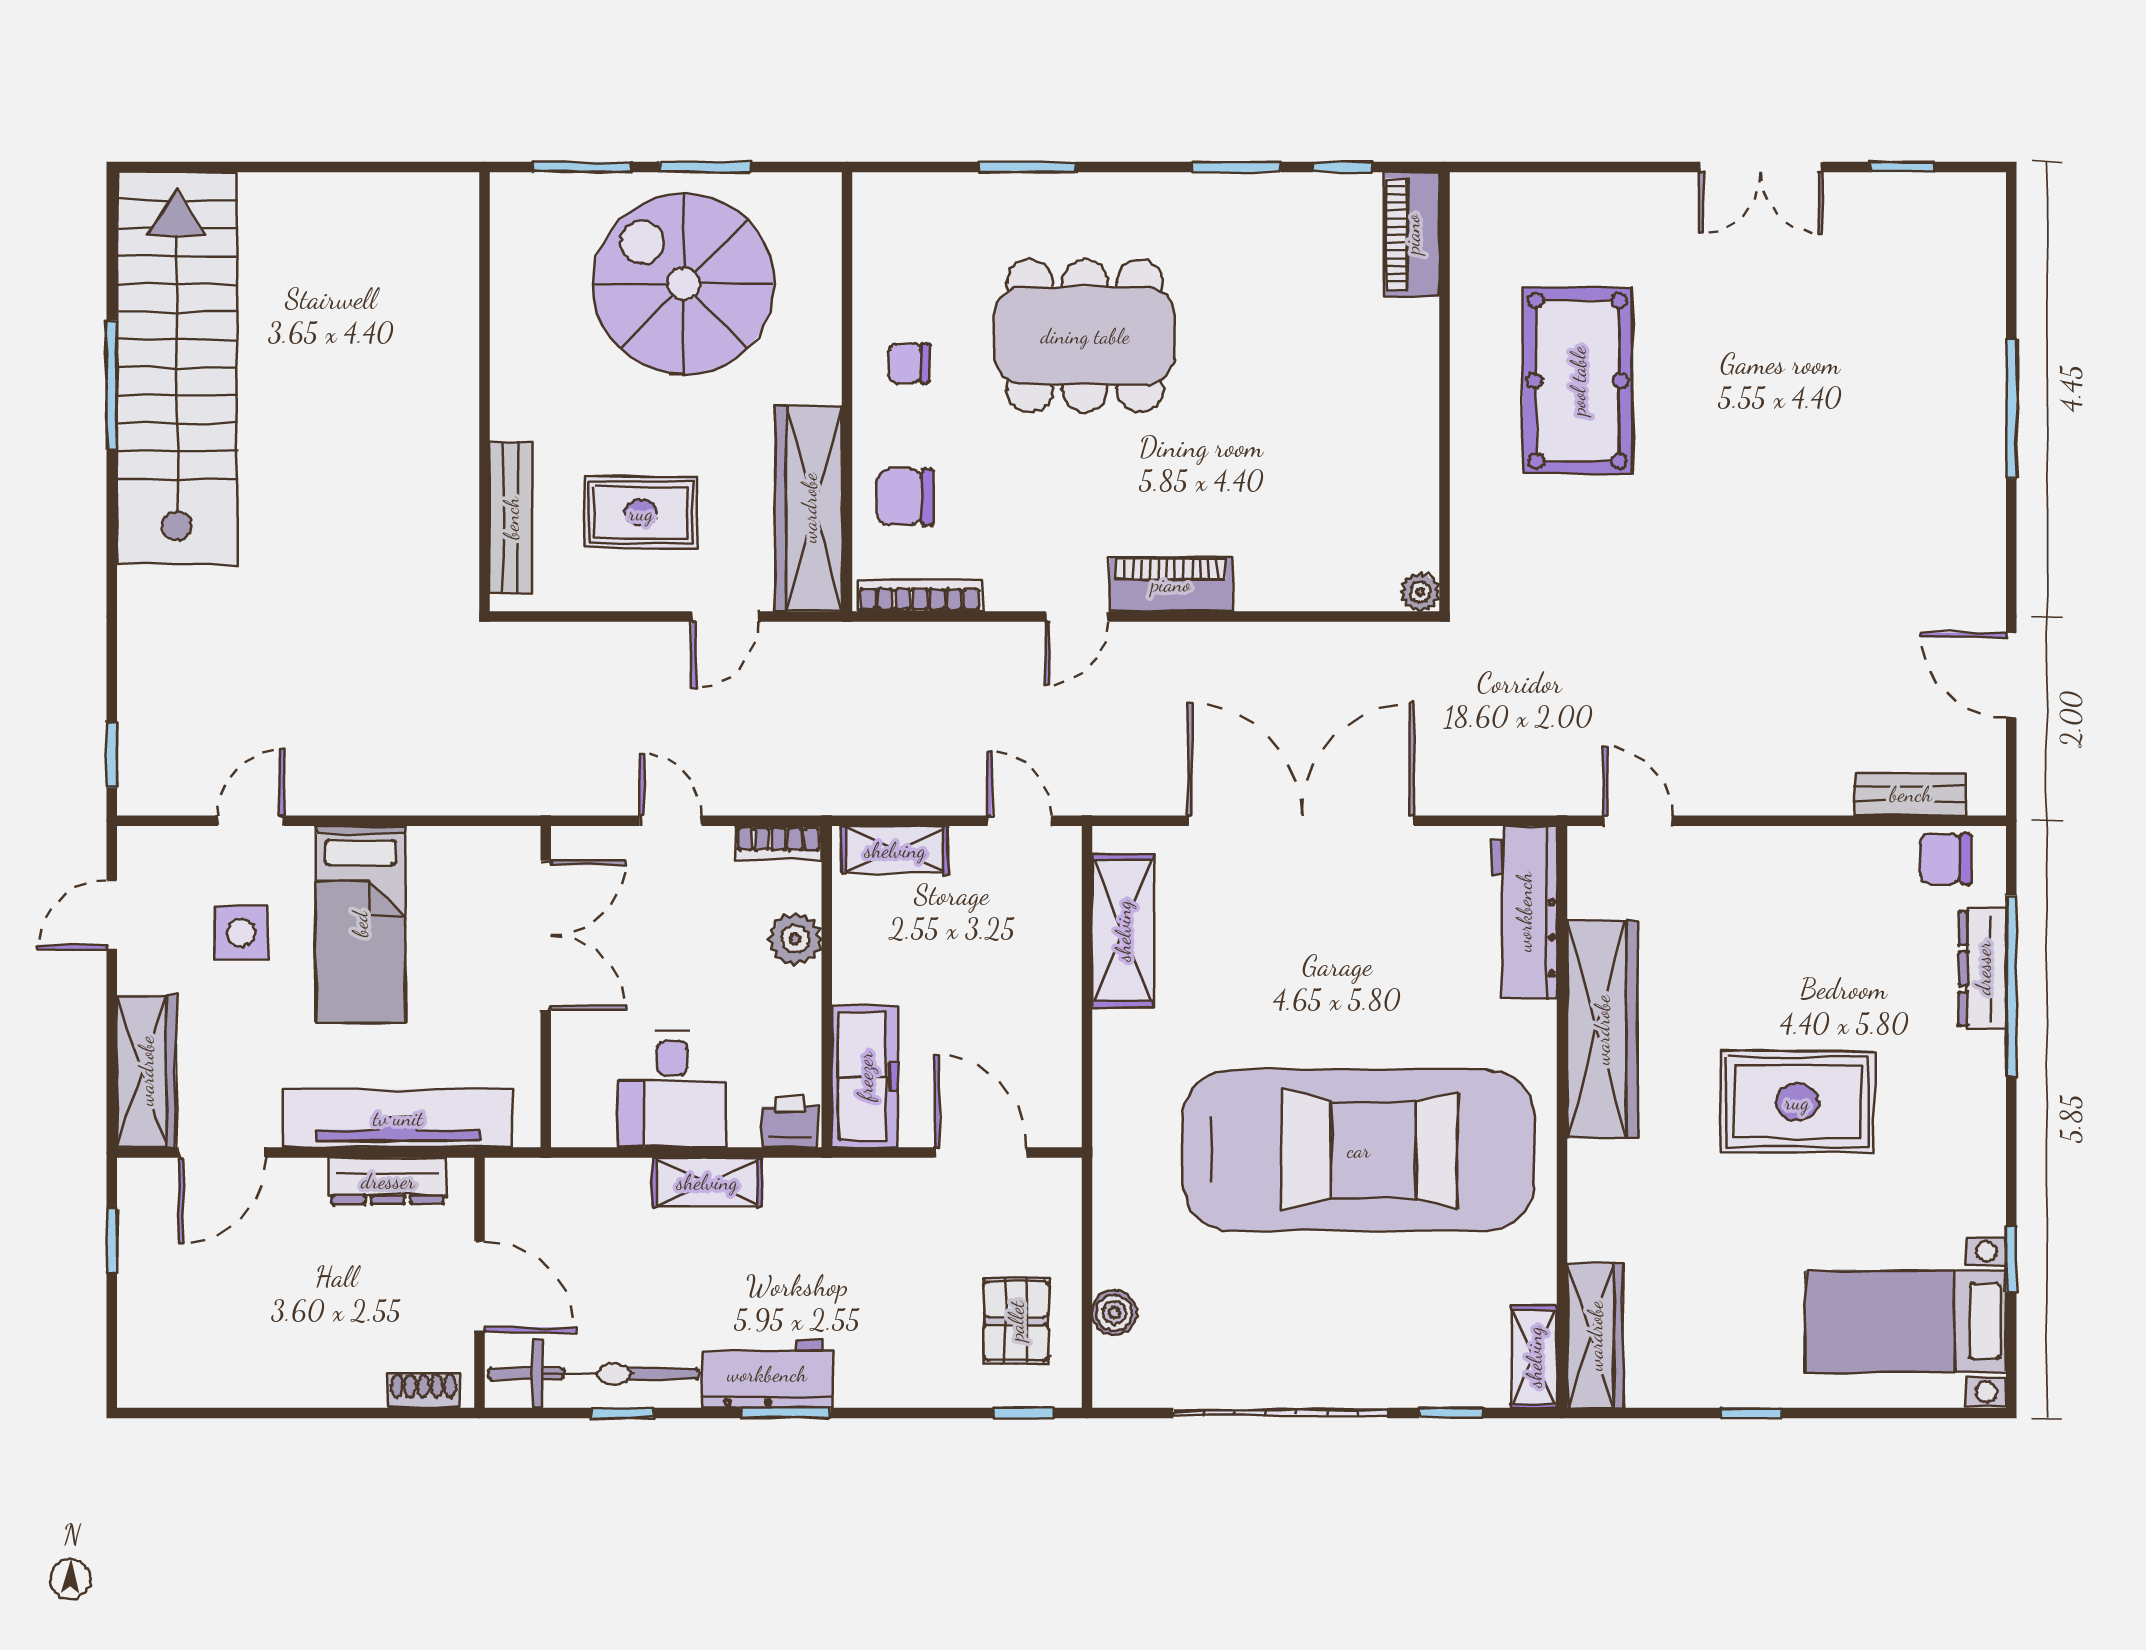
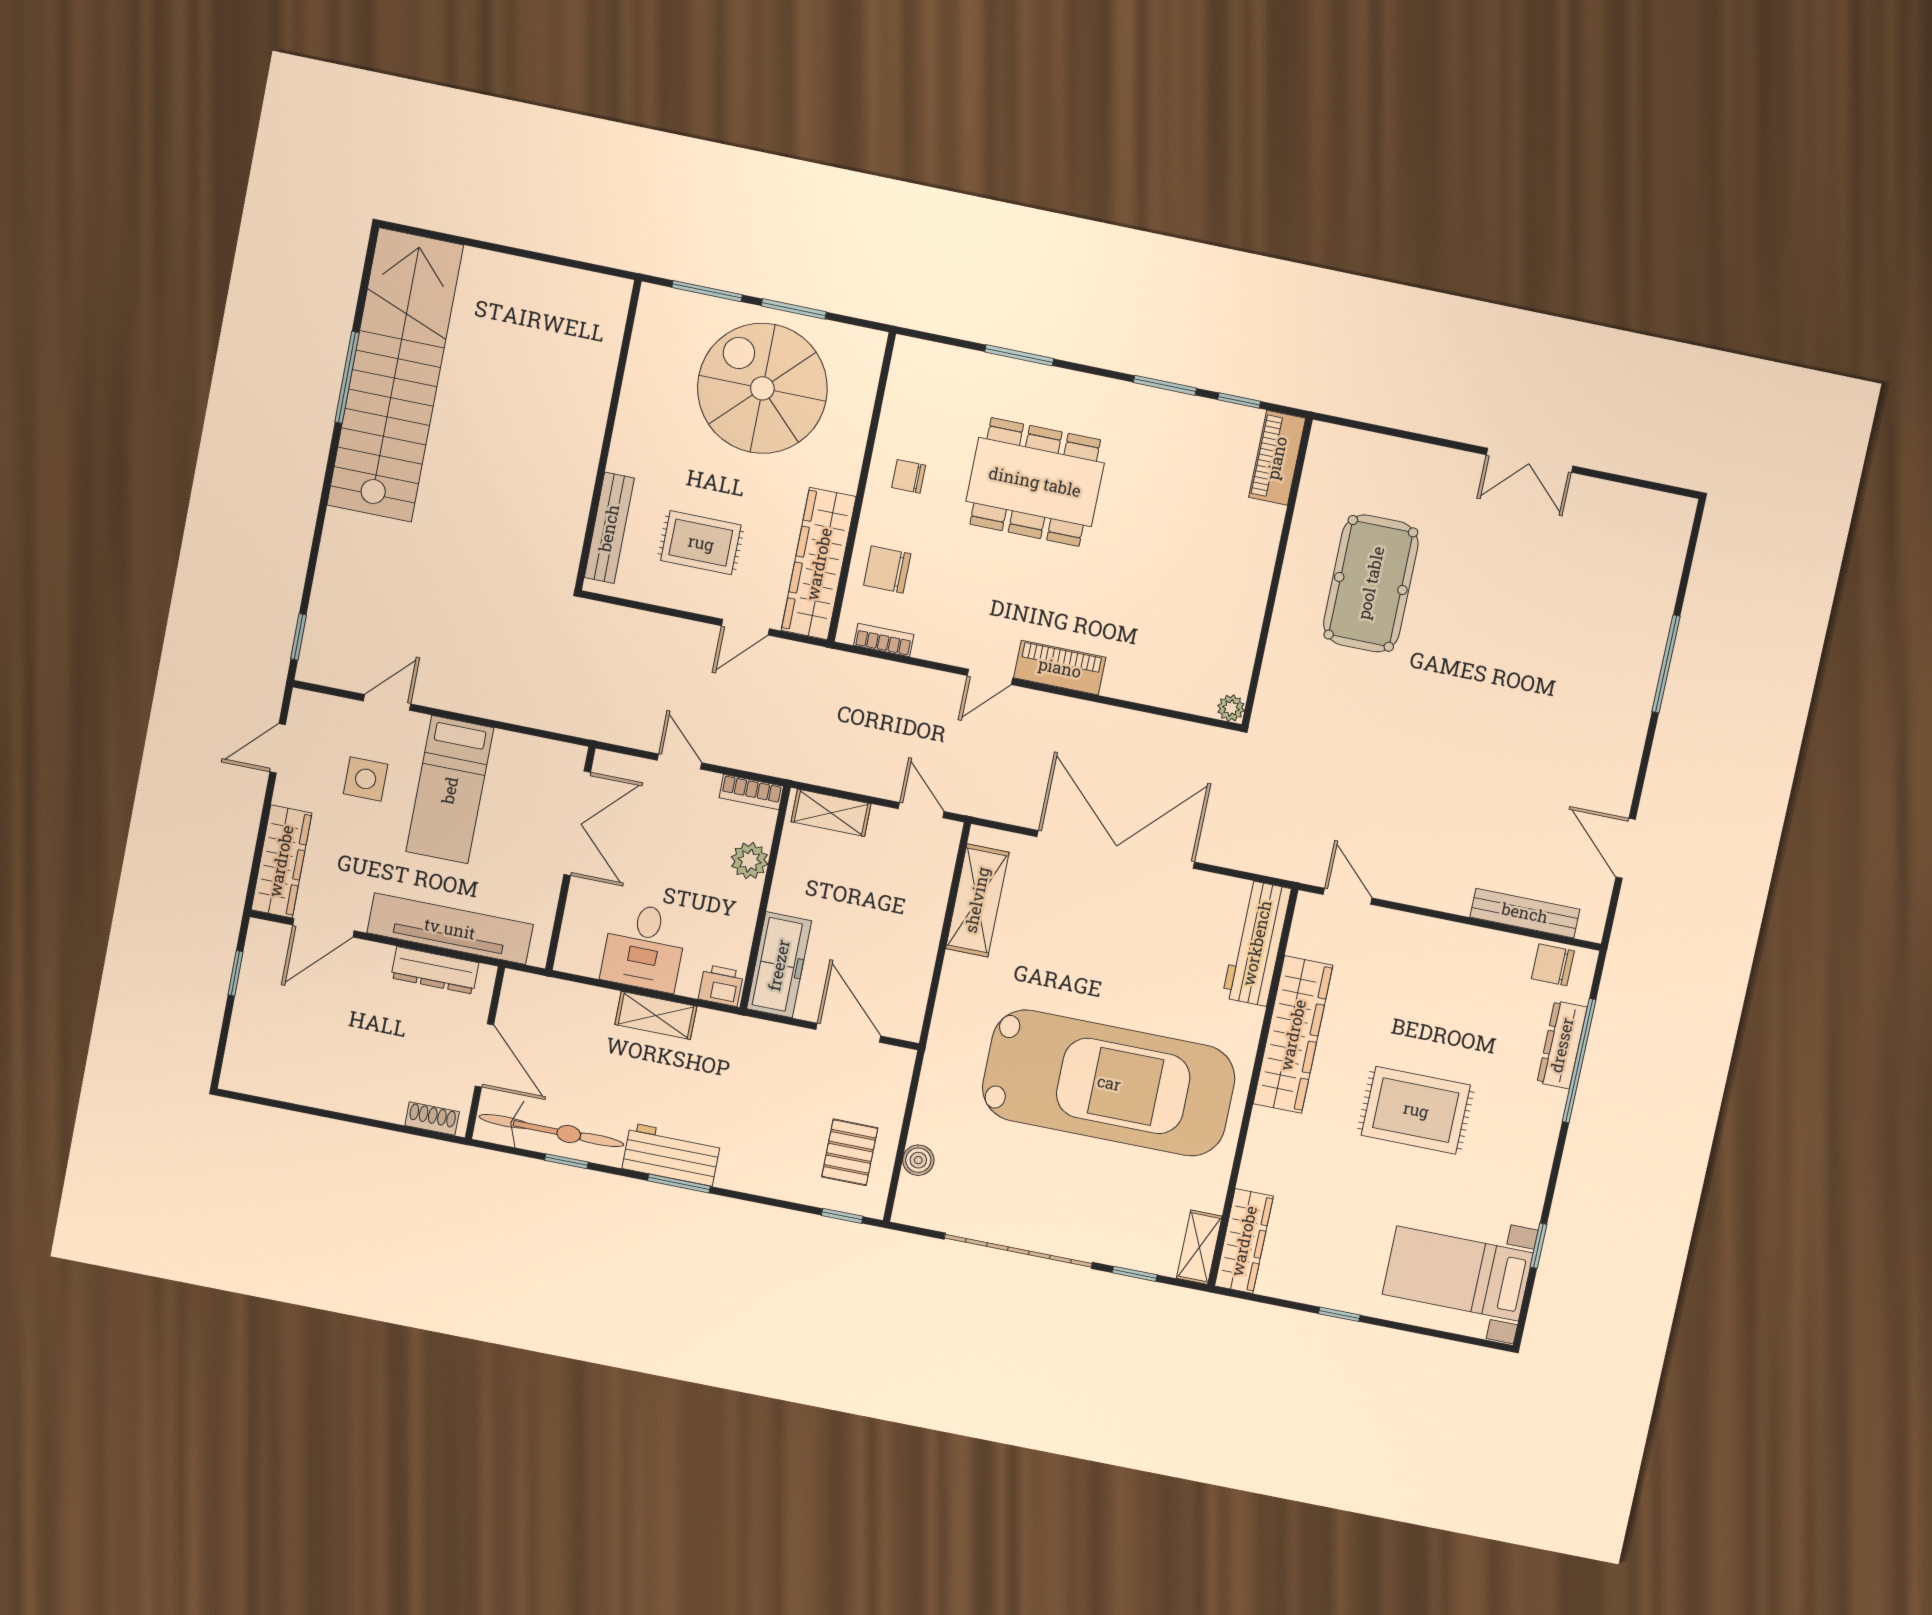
window: (1902, 167) -> (1627, 480), removed
bookcase: (920, 595) -> (884, 640), width x0.64
bench: (1911, 794) -> (1525, 913), width x1.36

